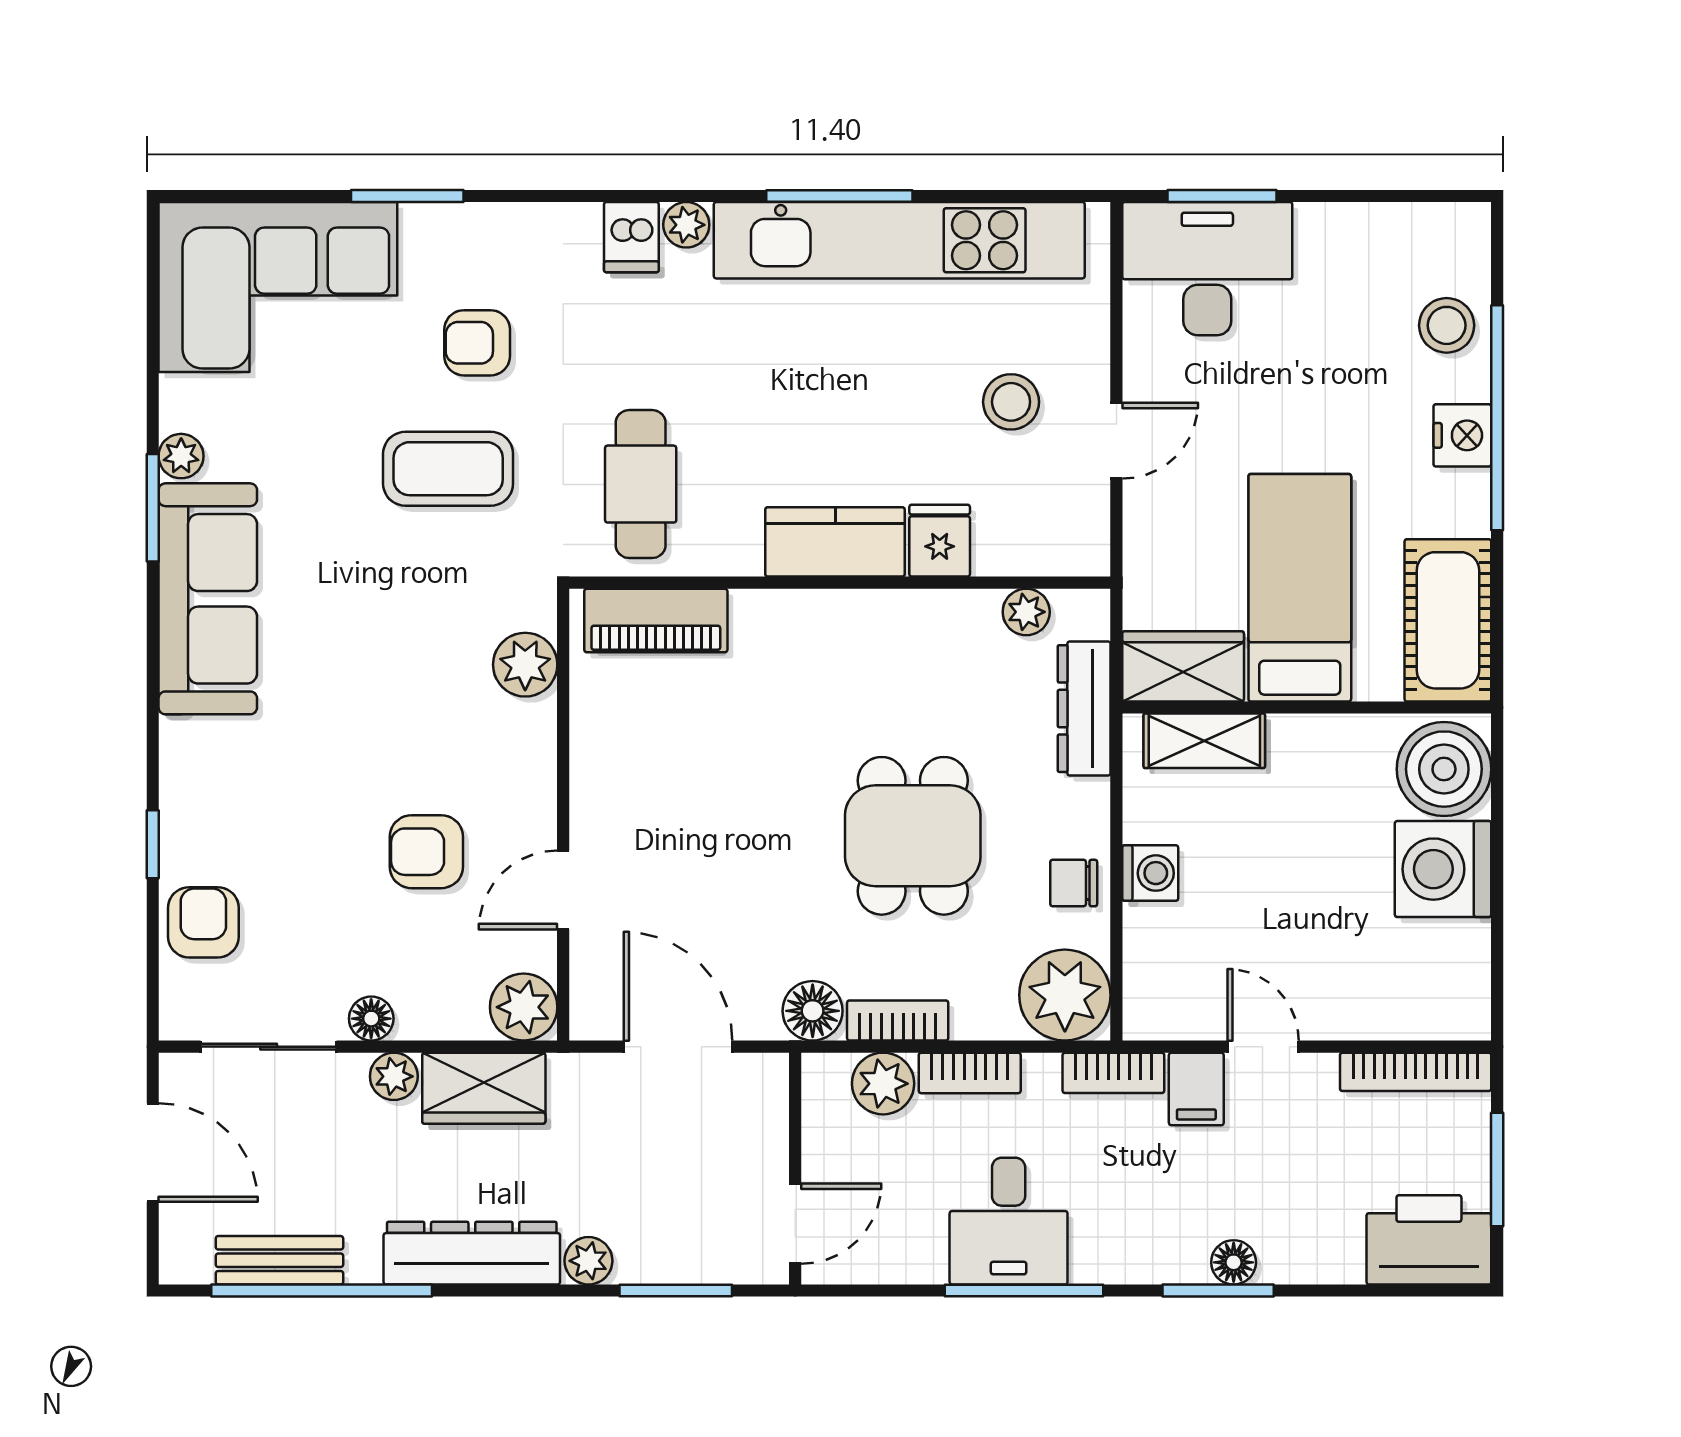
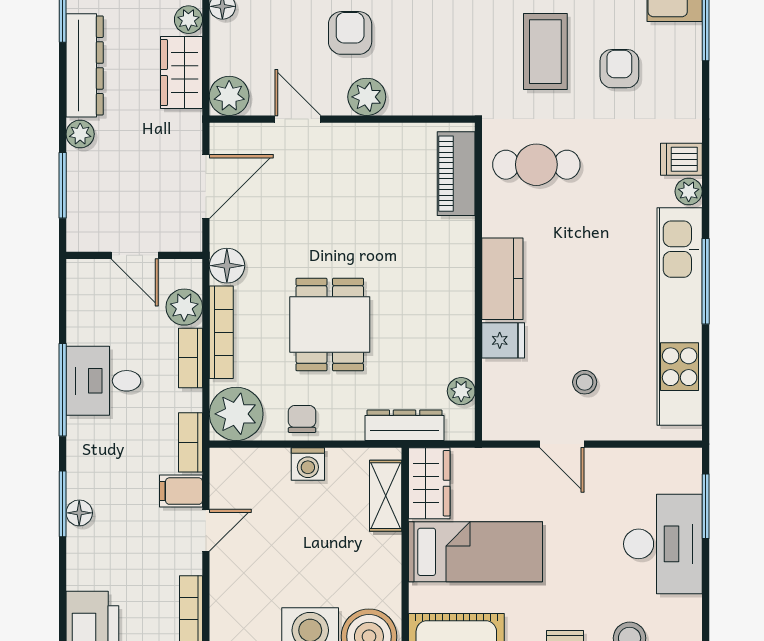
desk: (1207, 269) -> (663, 544), moved
stool: (1011, 402) -> (585, 382), width x0.73, depth x0.73
plant: (525, 665) -> (367, 97), moved
dining table: (913, 836) -> (330, 324), turned 90
armchair: (426, 852) -> (350, 33), moved
bookcase: (898, 1020) -> (221, 332), width x1.56
door: (795, 1224) -> (135, 255), moved

